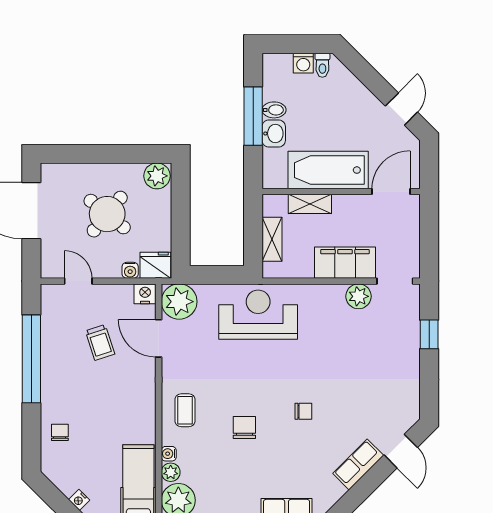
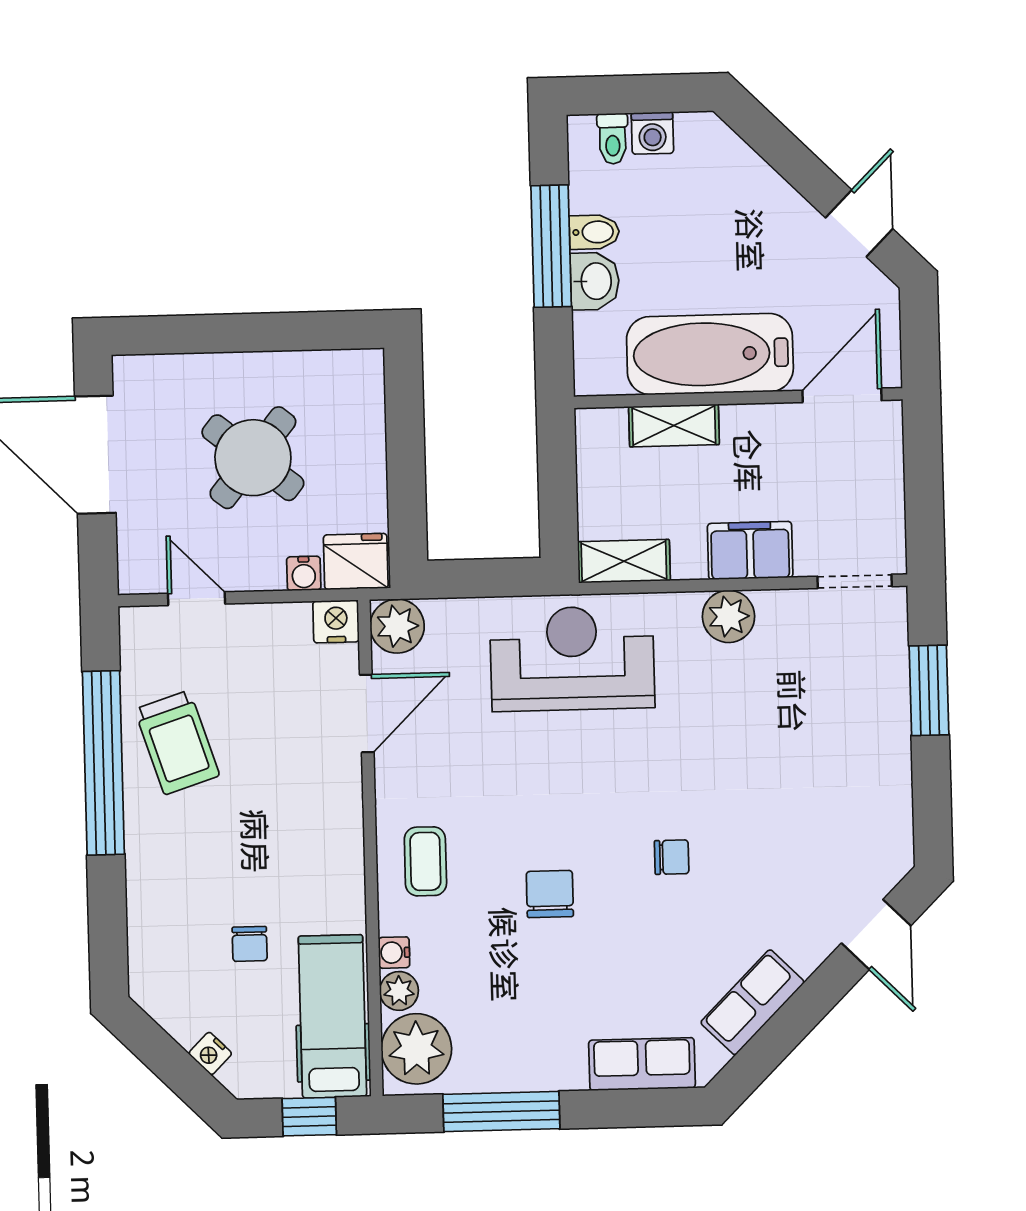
toilet: (322, 65) -> (613, 139), moved
plant: (157, 176) -> (354, 376), removed
shelving: (272, 239) -> (624, 561), moved, turned 90
filing cabinet: (345, 263) -> (750, 550), width x0.67, depth x0.86
plant: (359, 296) -> (729, 616), moved
plant: (179, 302) -> (397, 626), width x0.73, depth x0.73
window: (429, 334) -> (929, 690), width x1.50
door: (159, 338) -> (367, 713), swing flipped
trolley: (100, 342) -> (177, 742), moved, width x1.36, depth x1.39
chair: (60, 432) -> (250, 944), moved, turned 180
row of seats: (358, 464) -> (752, 1002), moved

